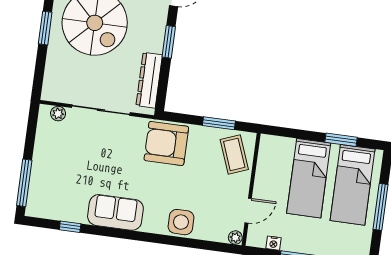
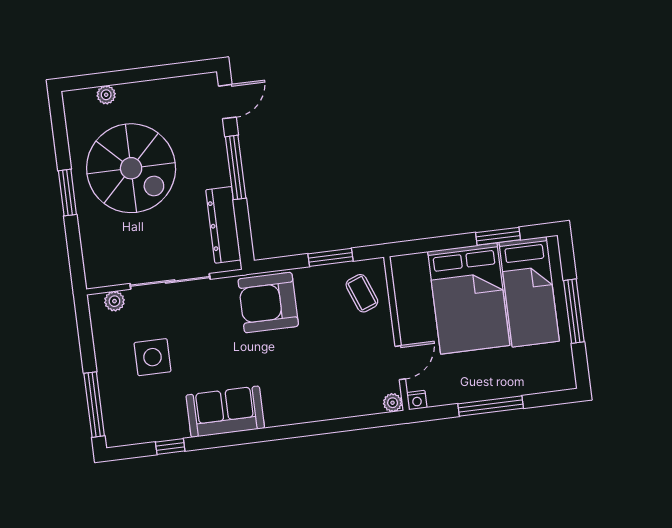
window: (169, 42) -> (236, 167), width x1.44
coffee table: (234, 154) -> (362, 293), width x0.73, depth x0.77
bed: (309, 178) -> (469, 298), width x1.50
side table: (181, 222) -> (152, 357), moved
nightstand: (274, 243) -> (417, 400), moved

